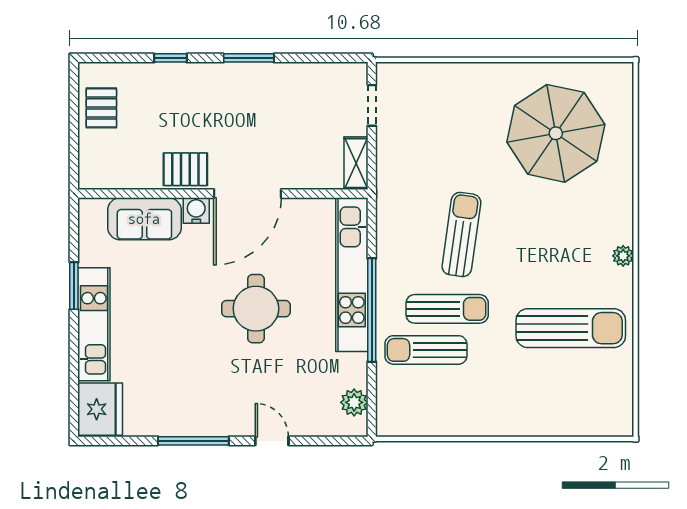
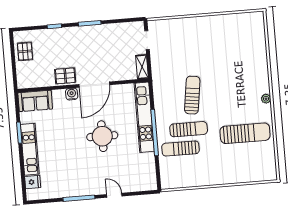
parasol: (556, 133) -> (231, 46), removed
sofa: (144, 219) -> (35, 101), moved
plant: (354, 402) -> (150, 175), removed
fridge: (100, 409) -> (33, 182), width x0.53, depth x0.75

